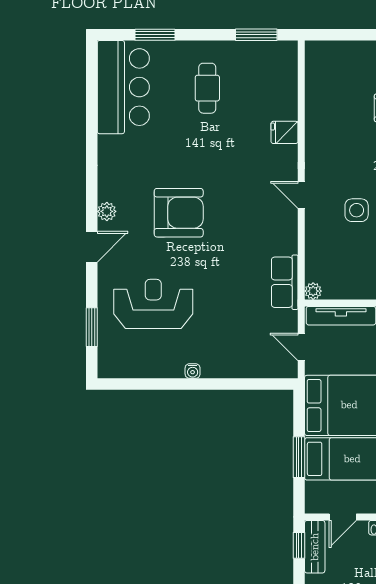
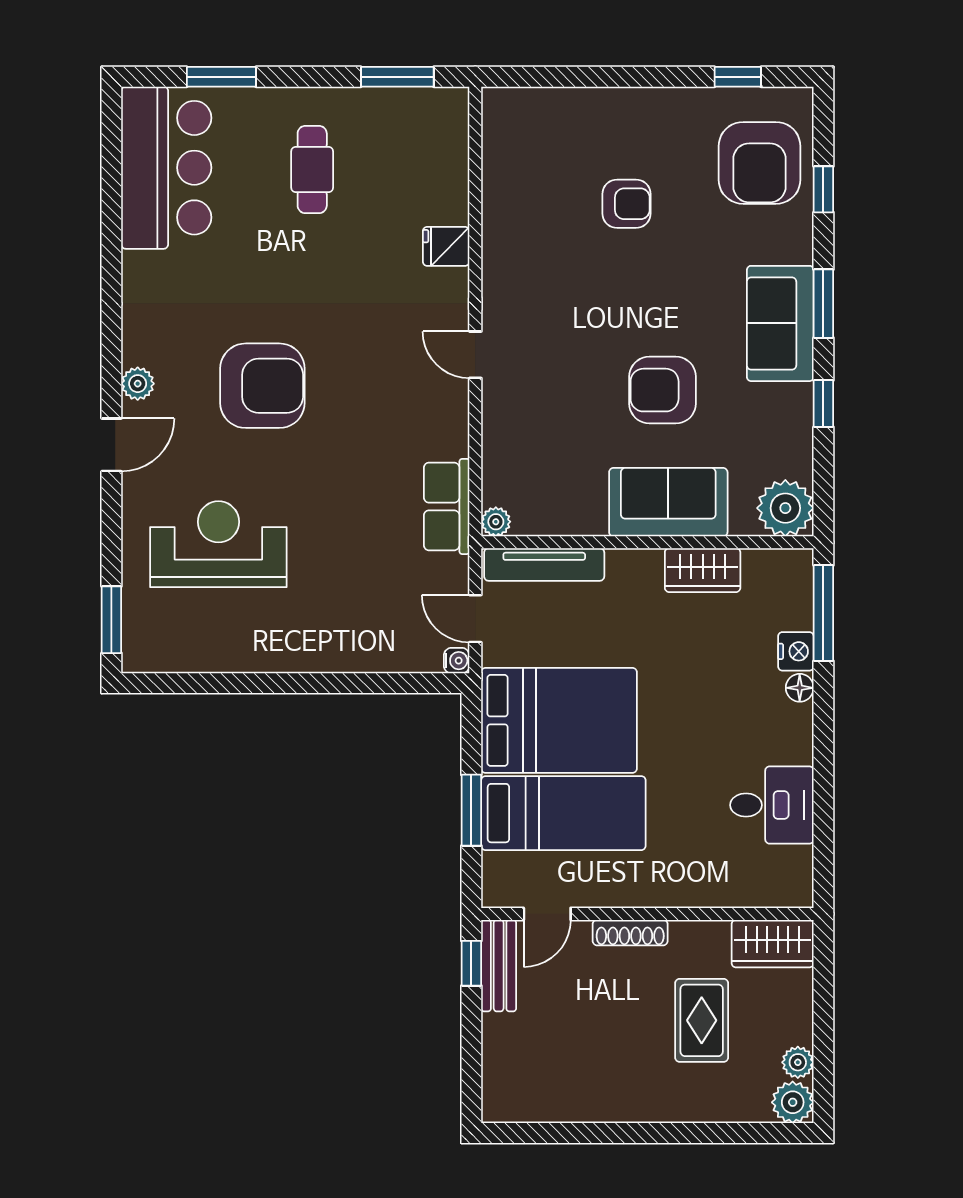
side table: (357, 210) -> (571, 381), removed
window: (92, 327) -> (111, 620), moved
water cooler: (193, 371) -> (457, 661), moved, turned -90

